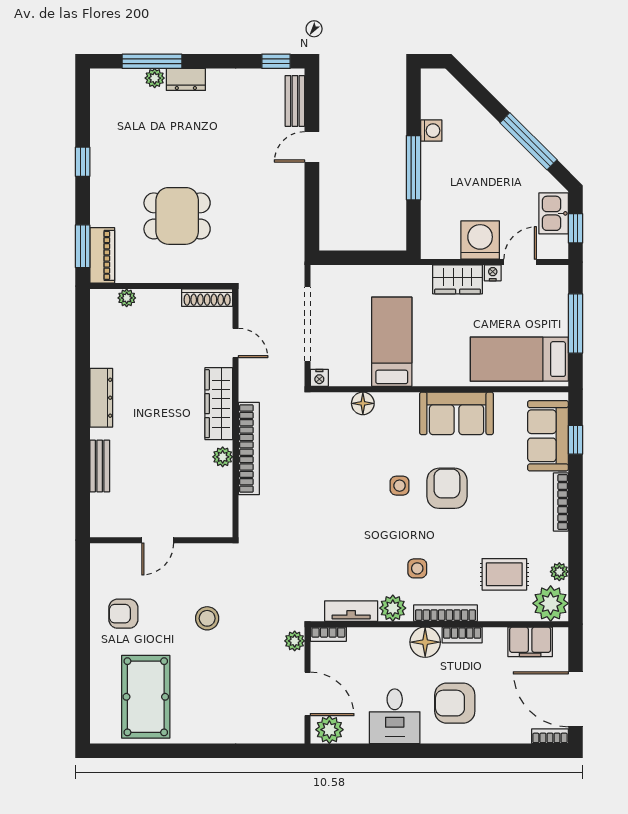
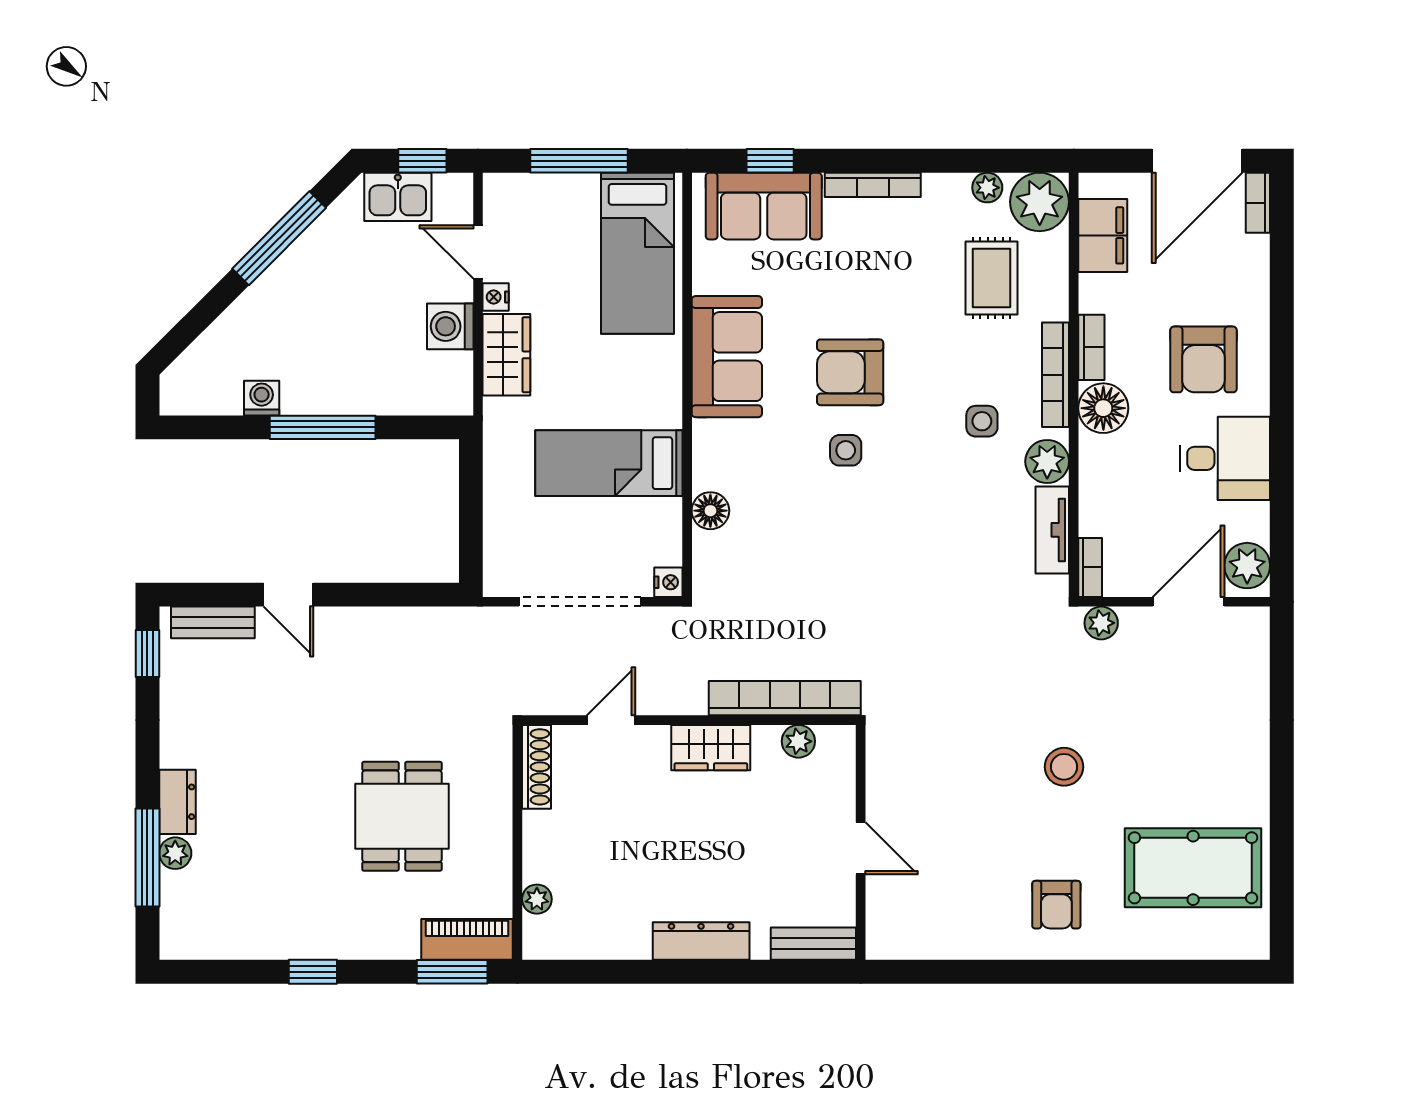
washing machine: (480, 240) -> (450, 326), width x0.73, depth x0.73
wardrobe: (219, 404) -> (711, 748), width x0.67
door: (158, 540) -> (861, 848), moved
wall: (161, 540) -> (861, 842), moved

